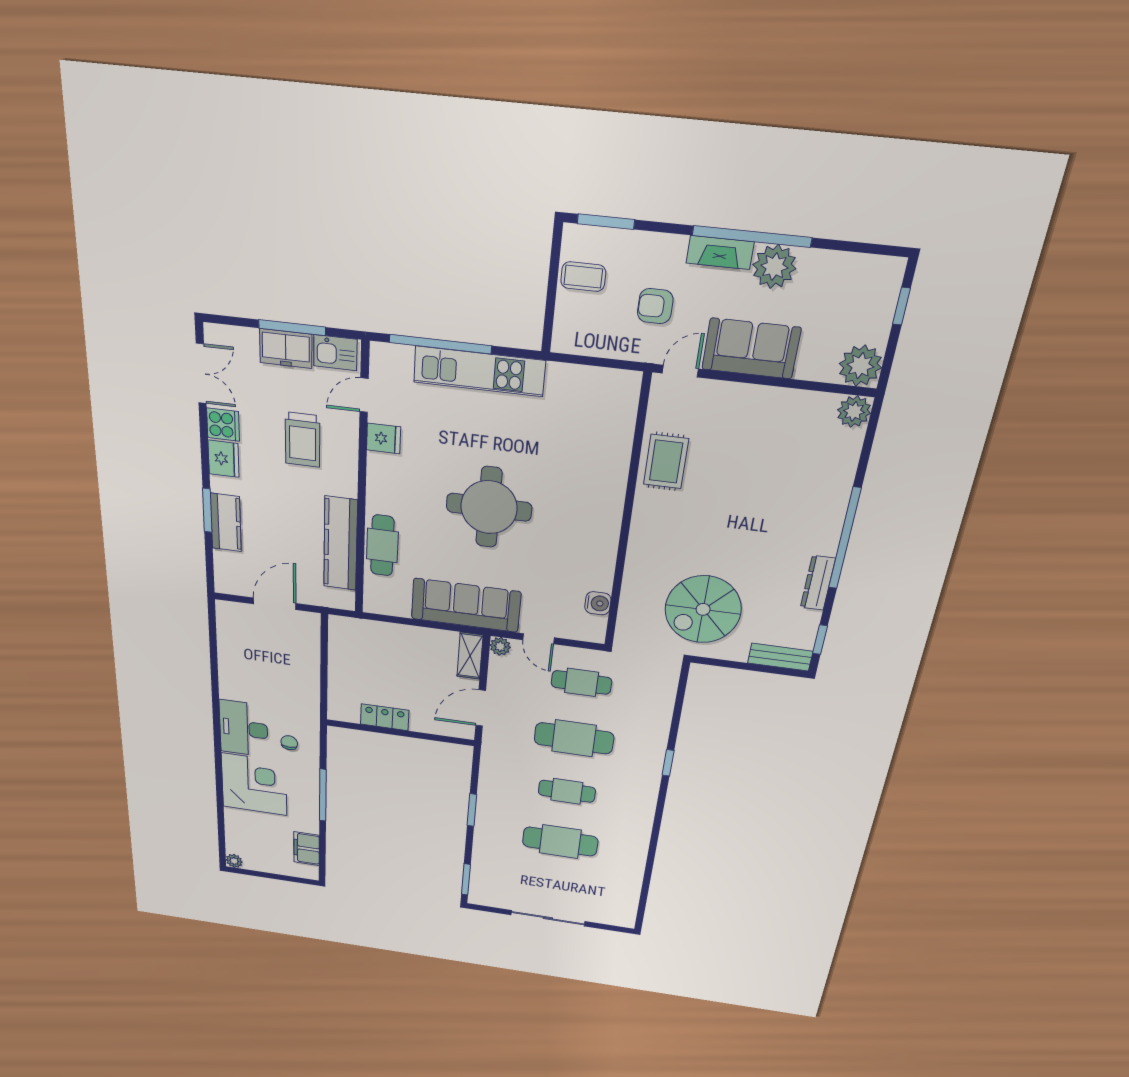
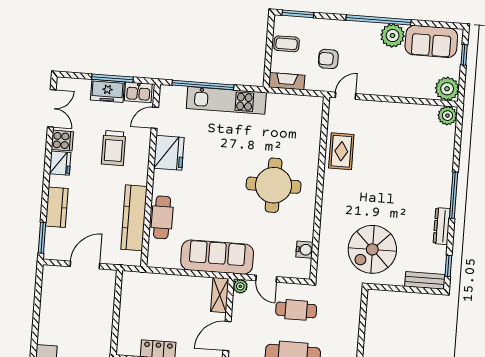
fireplace: (720, 252) -> (287, 81), moved, turned 180
sofa: (751, 348) -> (431, 41), moved, turned 180
fridge: (384, 438) -> (169, 153), width x1.88, depth x1.34
round table: (489, 507) -> (274, 185), moved
window: (207, 510) -> (42, 238), moved
window: (845, 539) -> (454, 195), width x0.68

